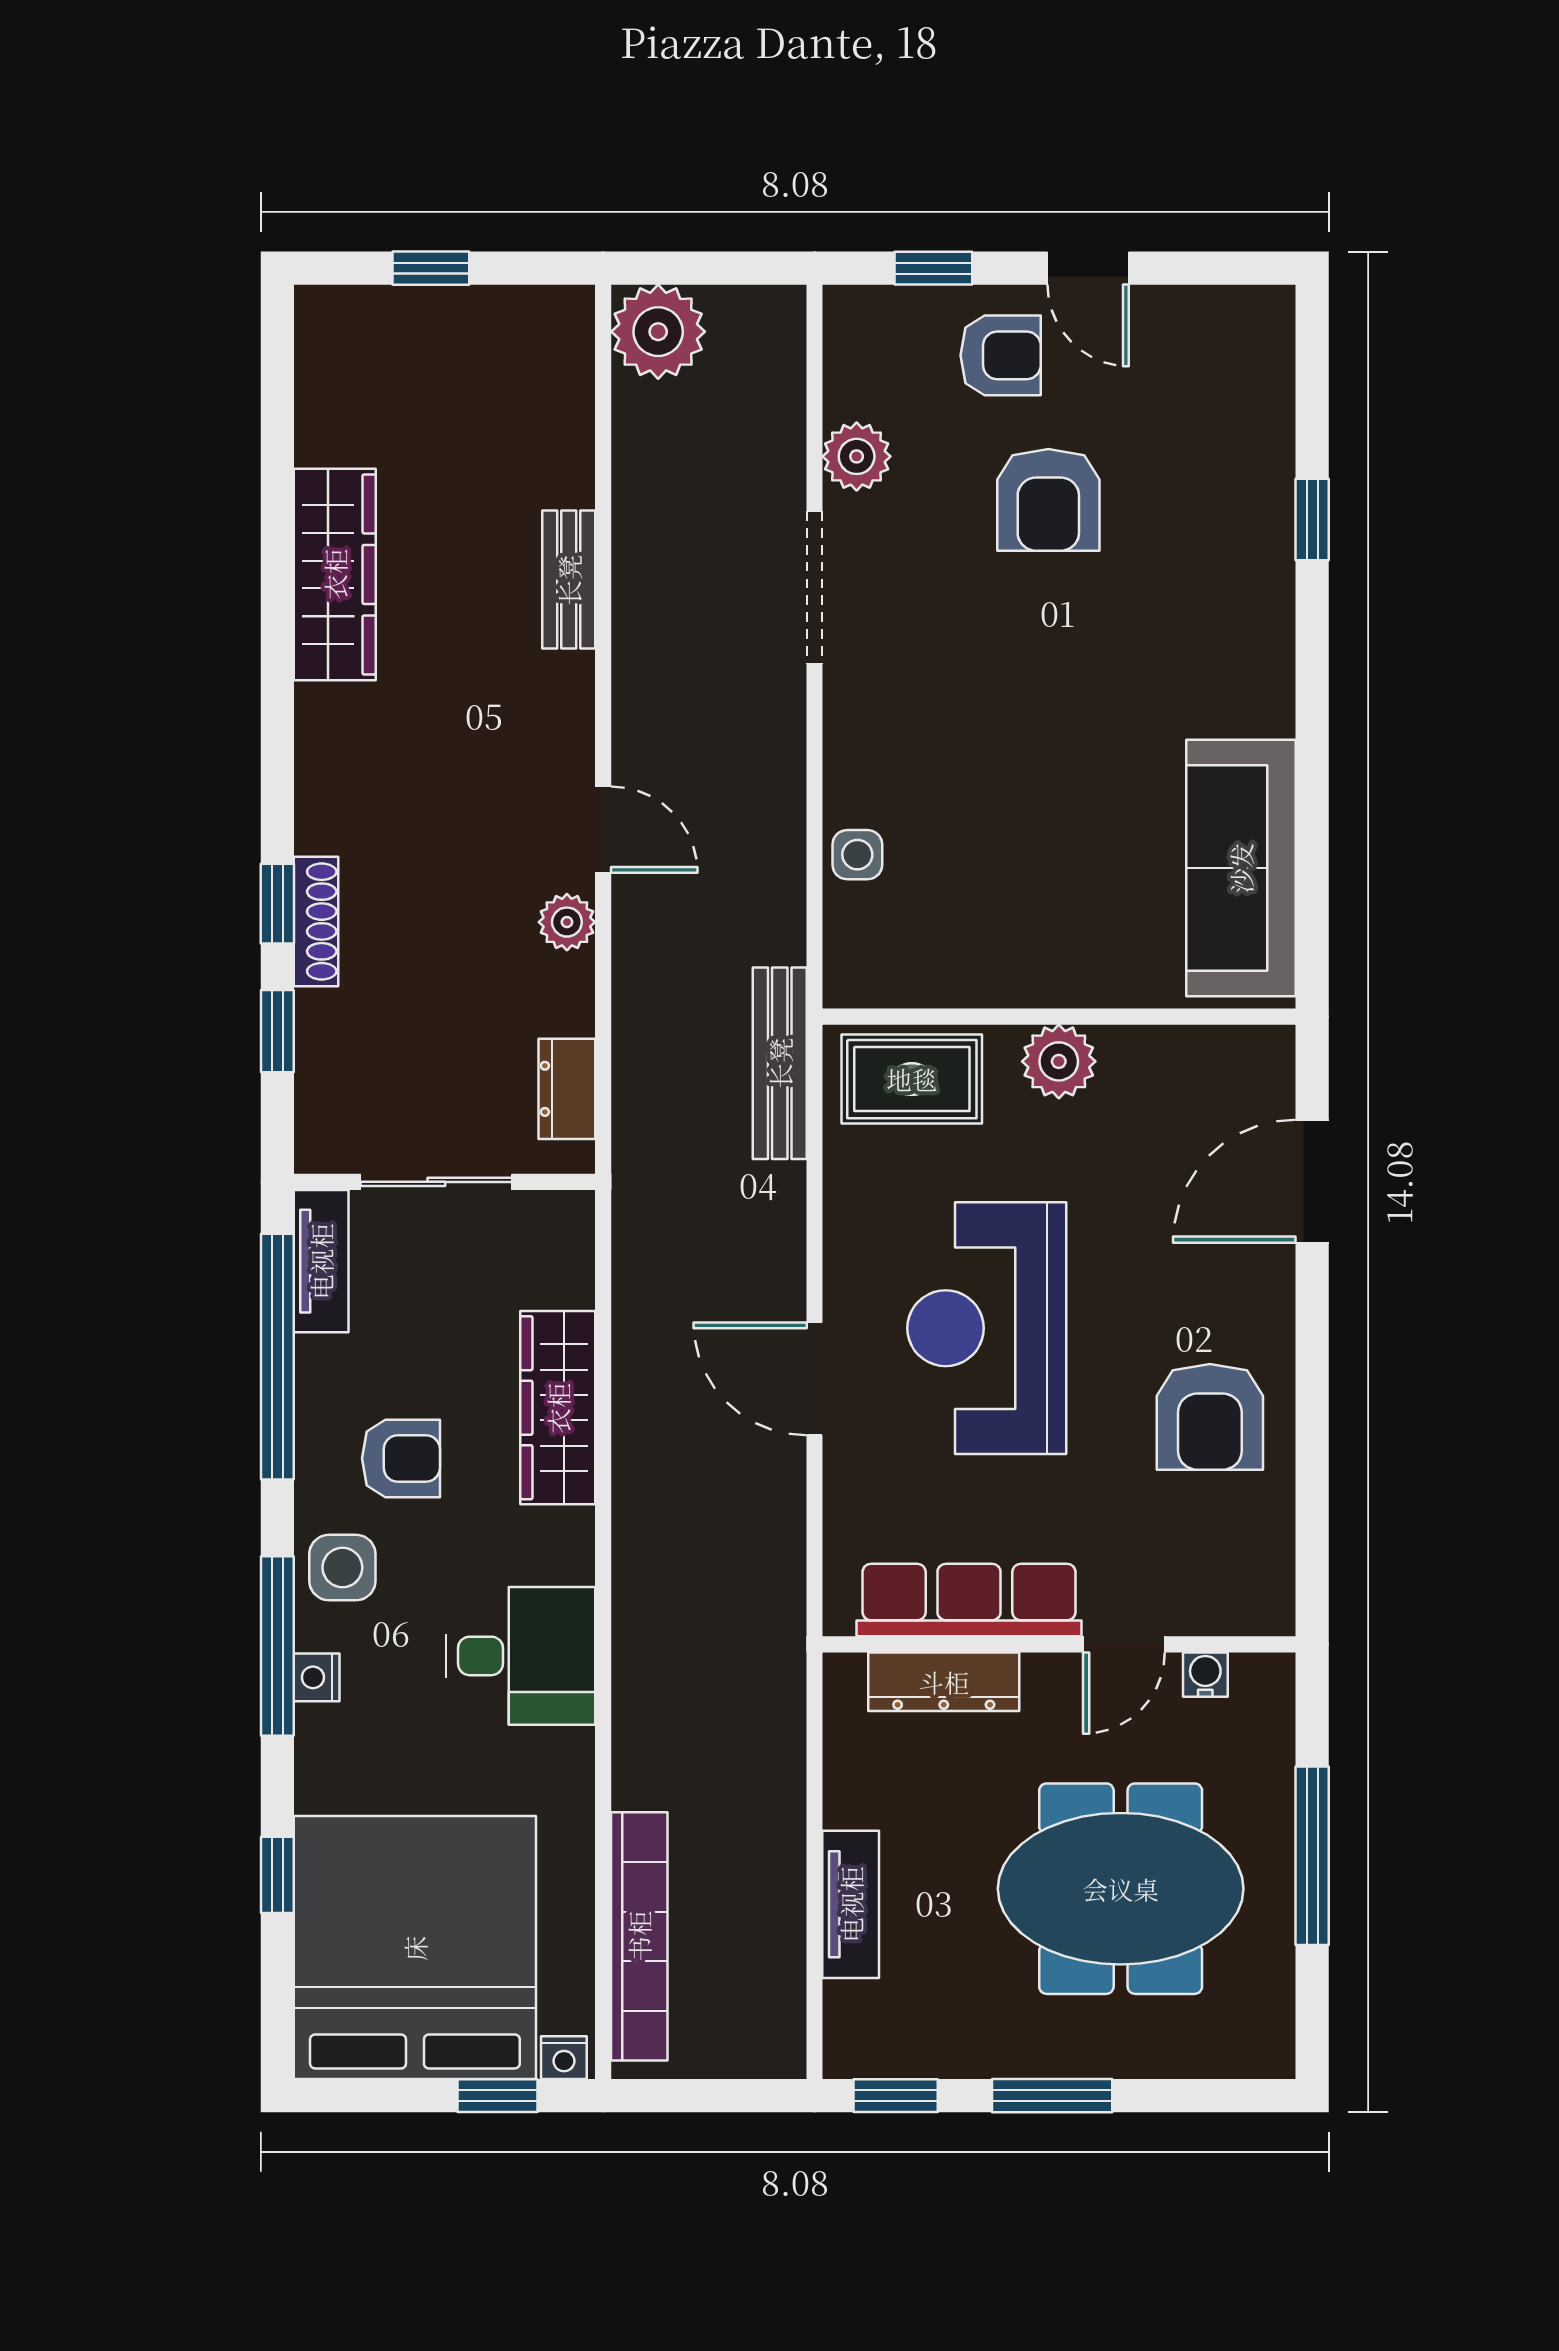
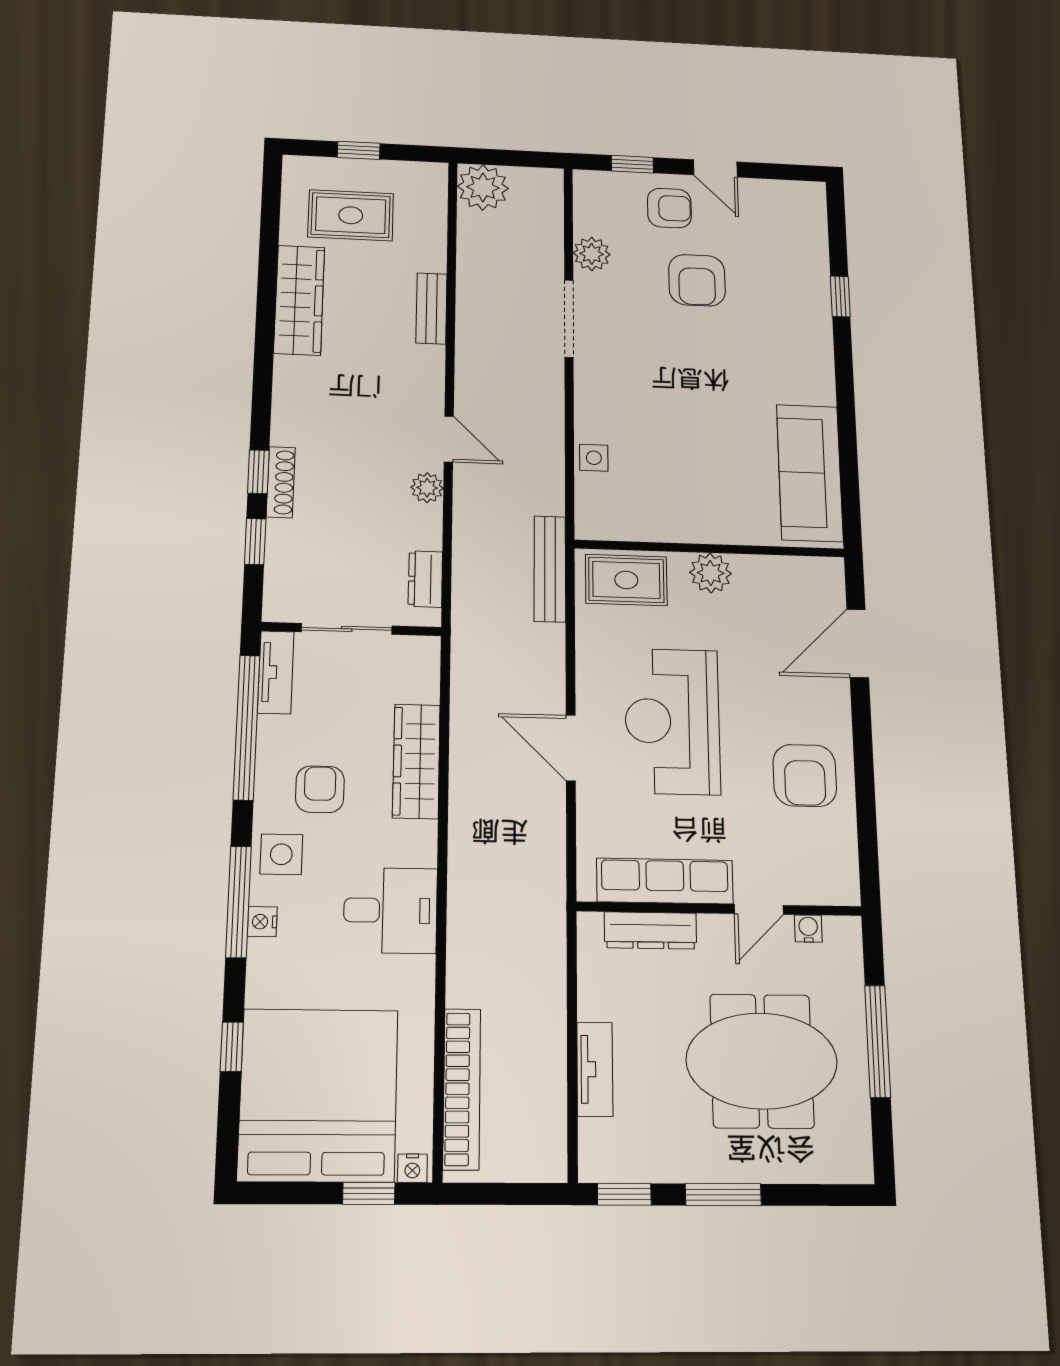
rug: (421, 401) -> (351, 215), added
armchair: (401, 1458) -> (320, 789), turned -90

